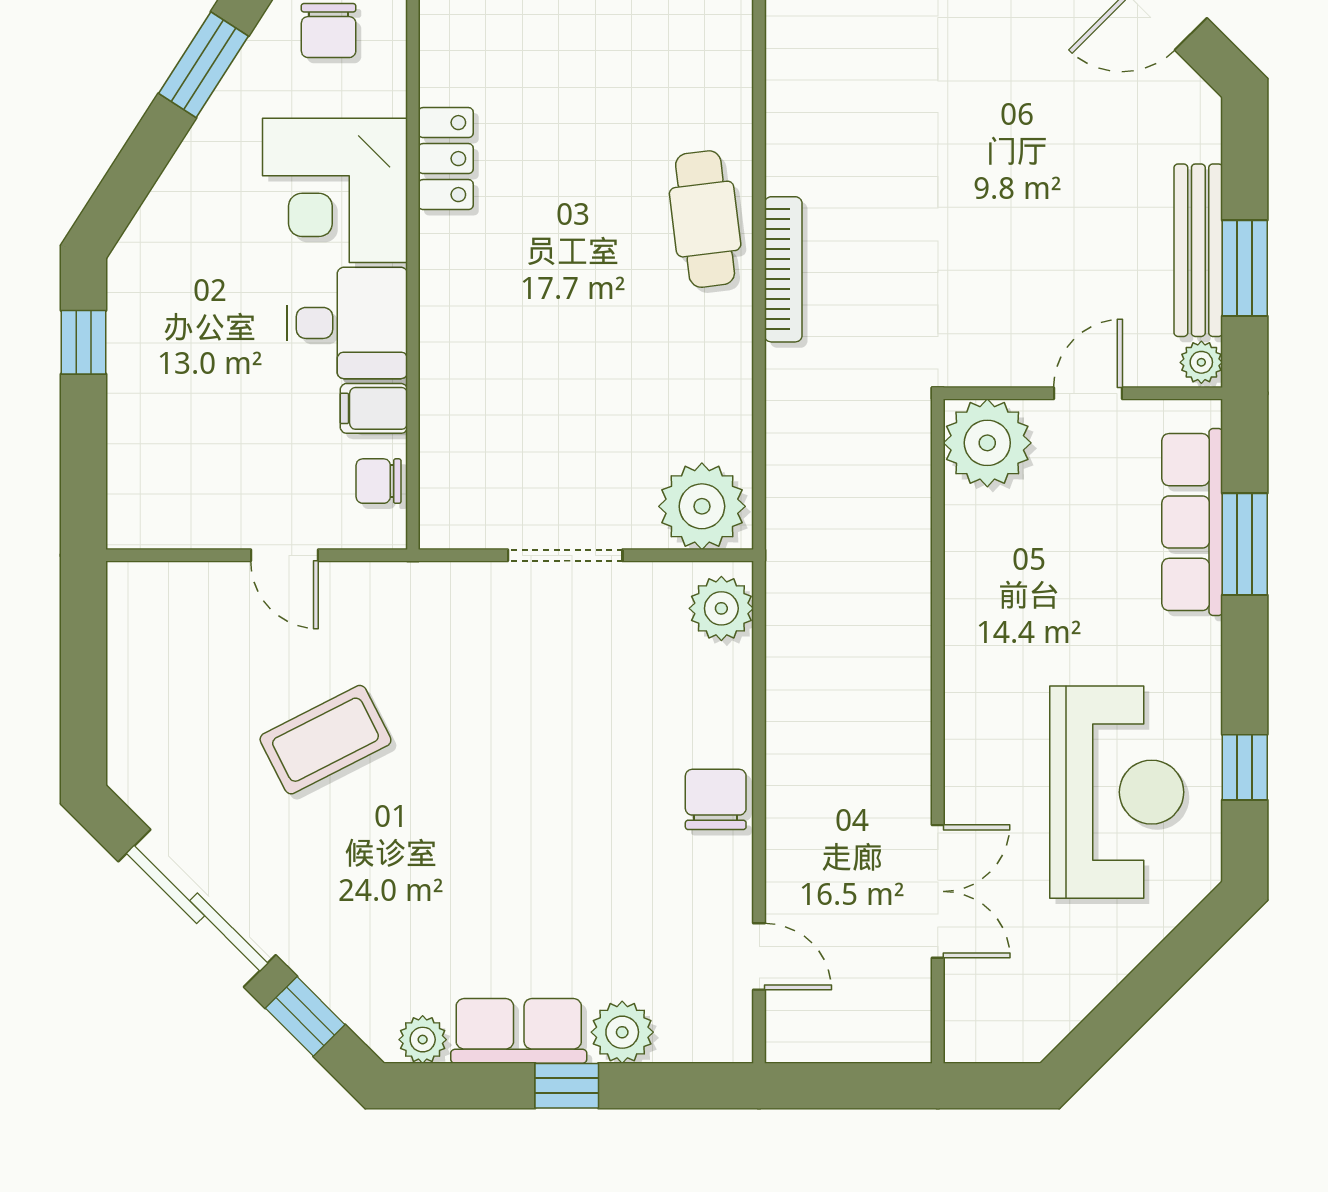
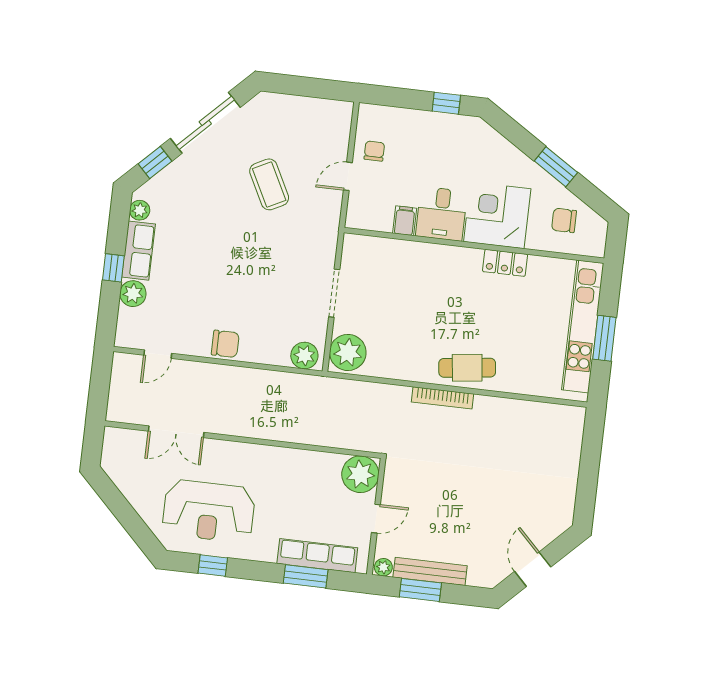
door: (1088, 393) -> (376, 519), hinge flipped
chair: (379, 481) -> (374, 151), moved

